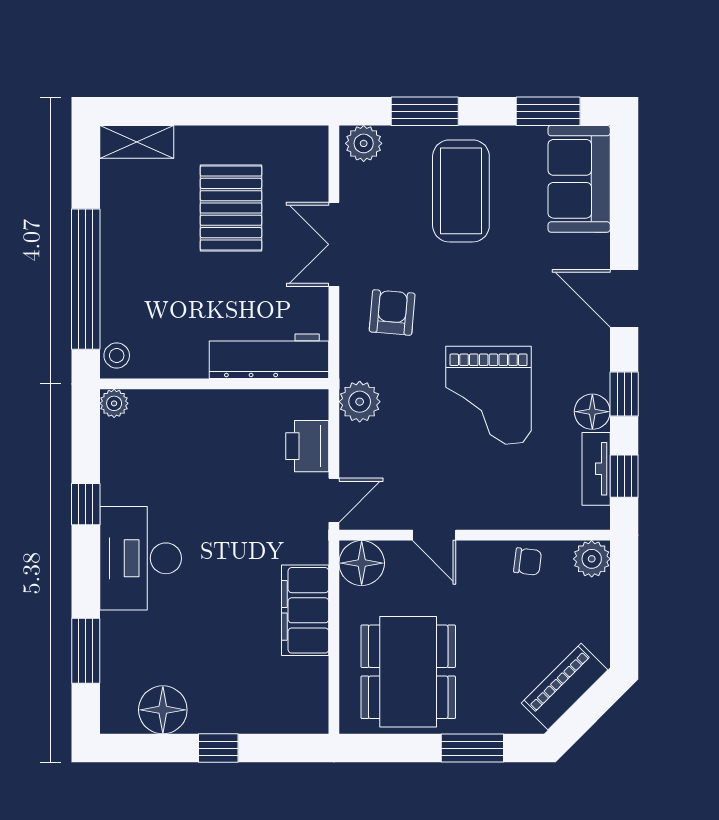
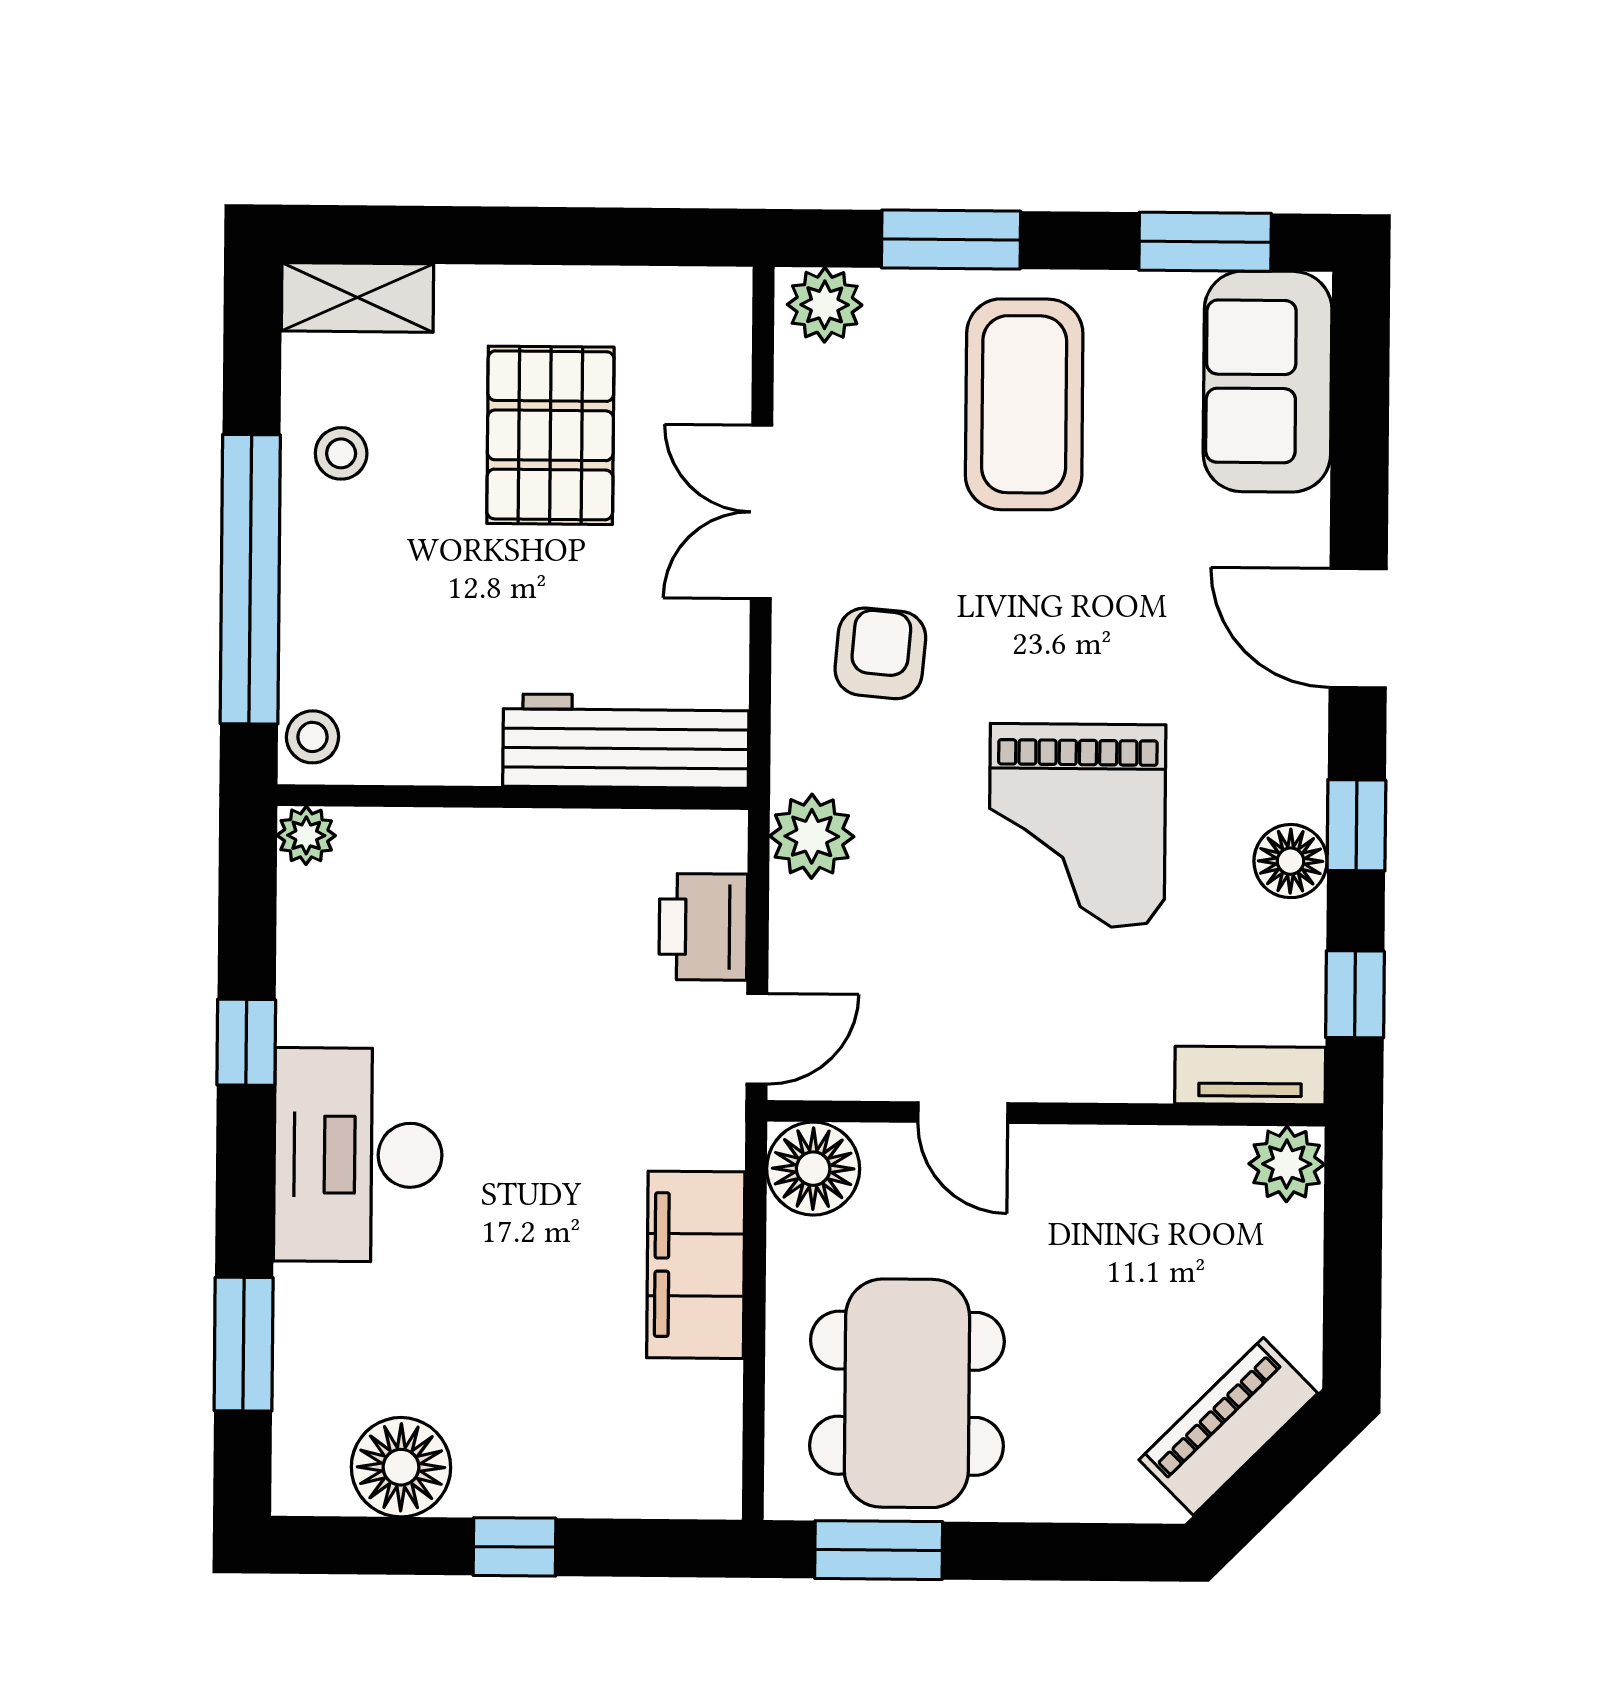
stool: (129, 218) -> (341, 453), added
tv unit: (596, 469) -> (1250, 1075), moved, turned 90
chair: (528, 561) -> (1155, 1168), removed
window: (472, 748) -> (879, 1550), moved

